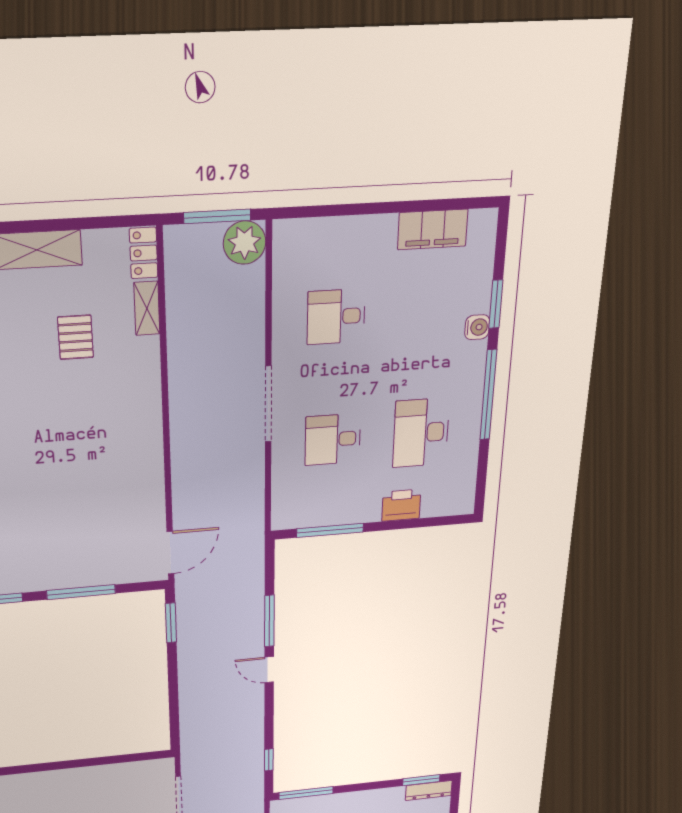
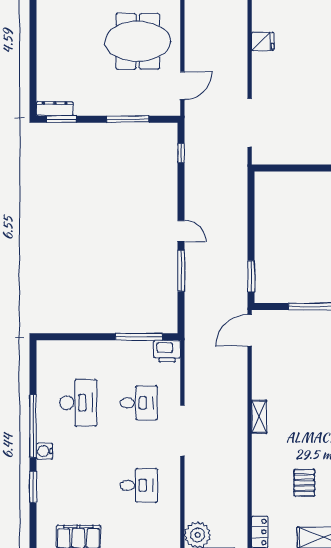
shelving: (147, 308) -> (259, 417), moved
water cooler: (477, 327) -> (44, 451), moved
printer: (401, 505) -> (167, 351), moved
window: (306, 793) -> (128, 119), moved

